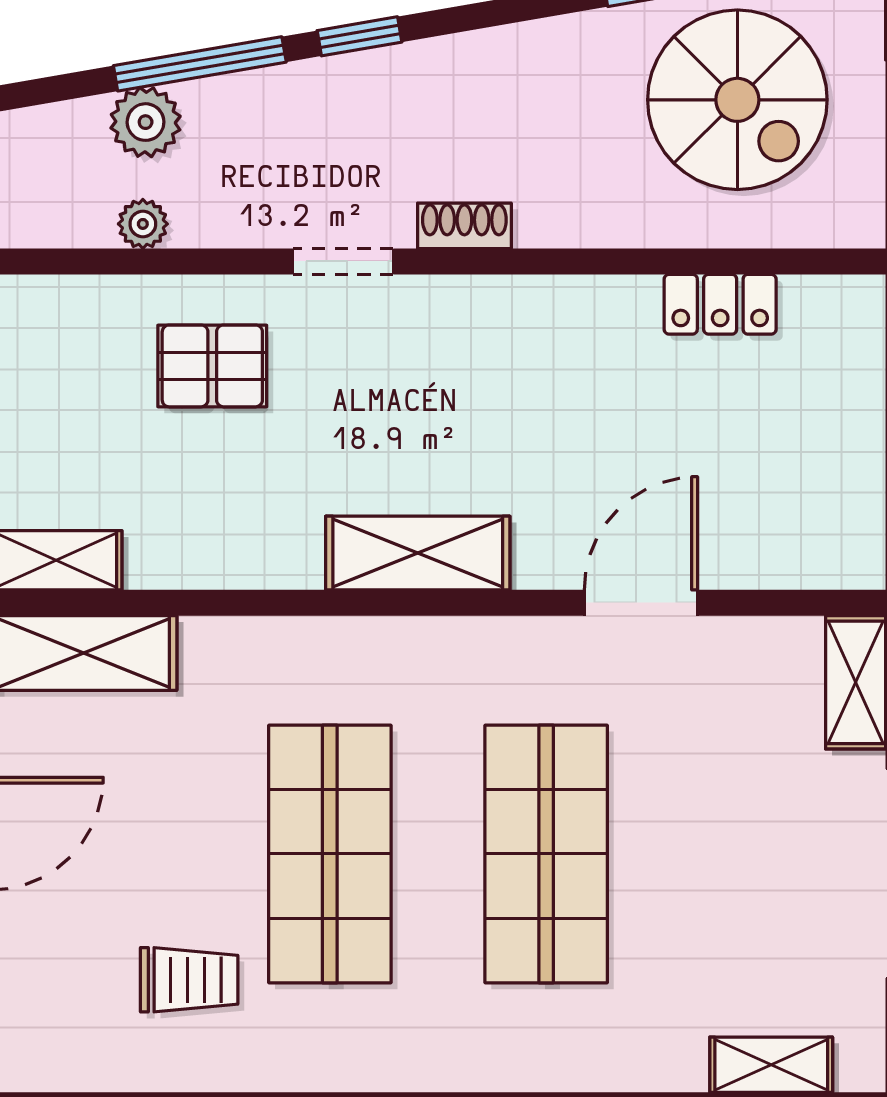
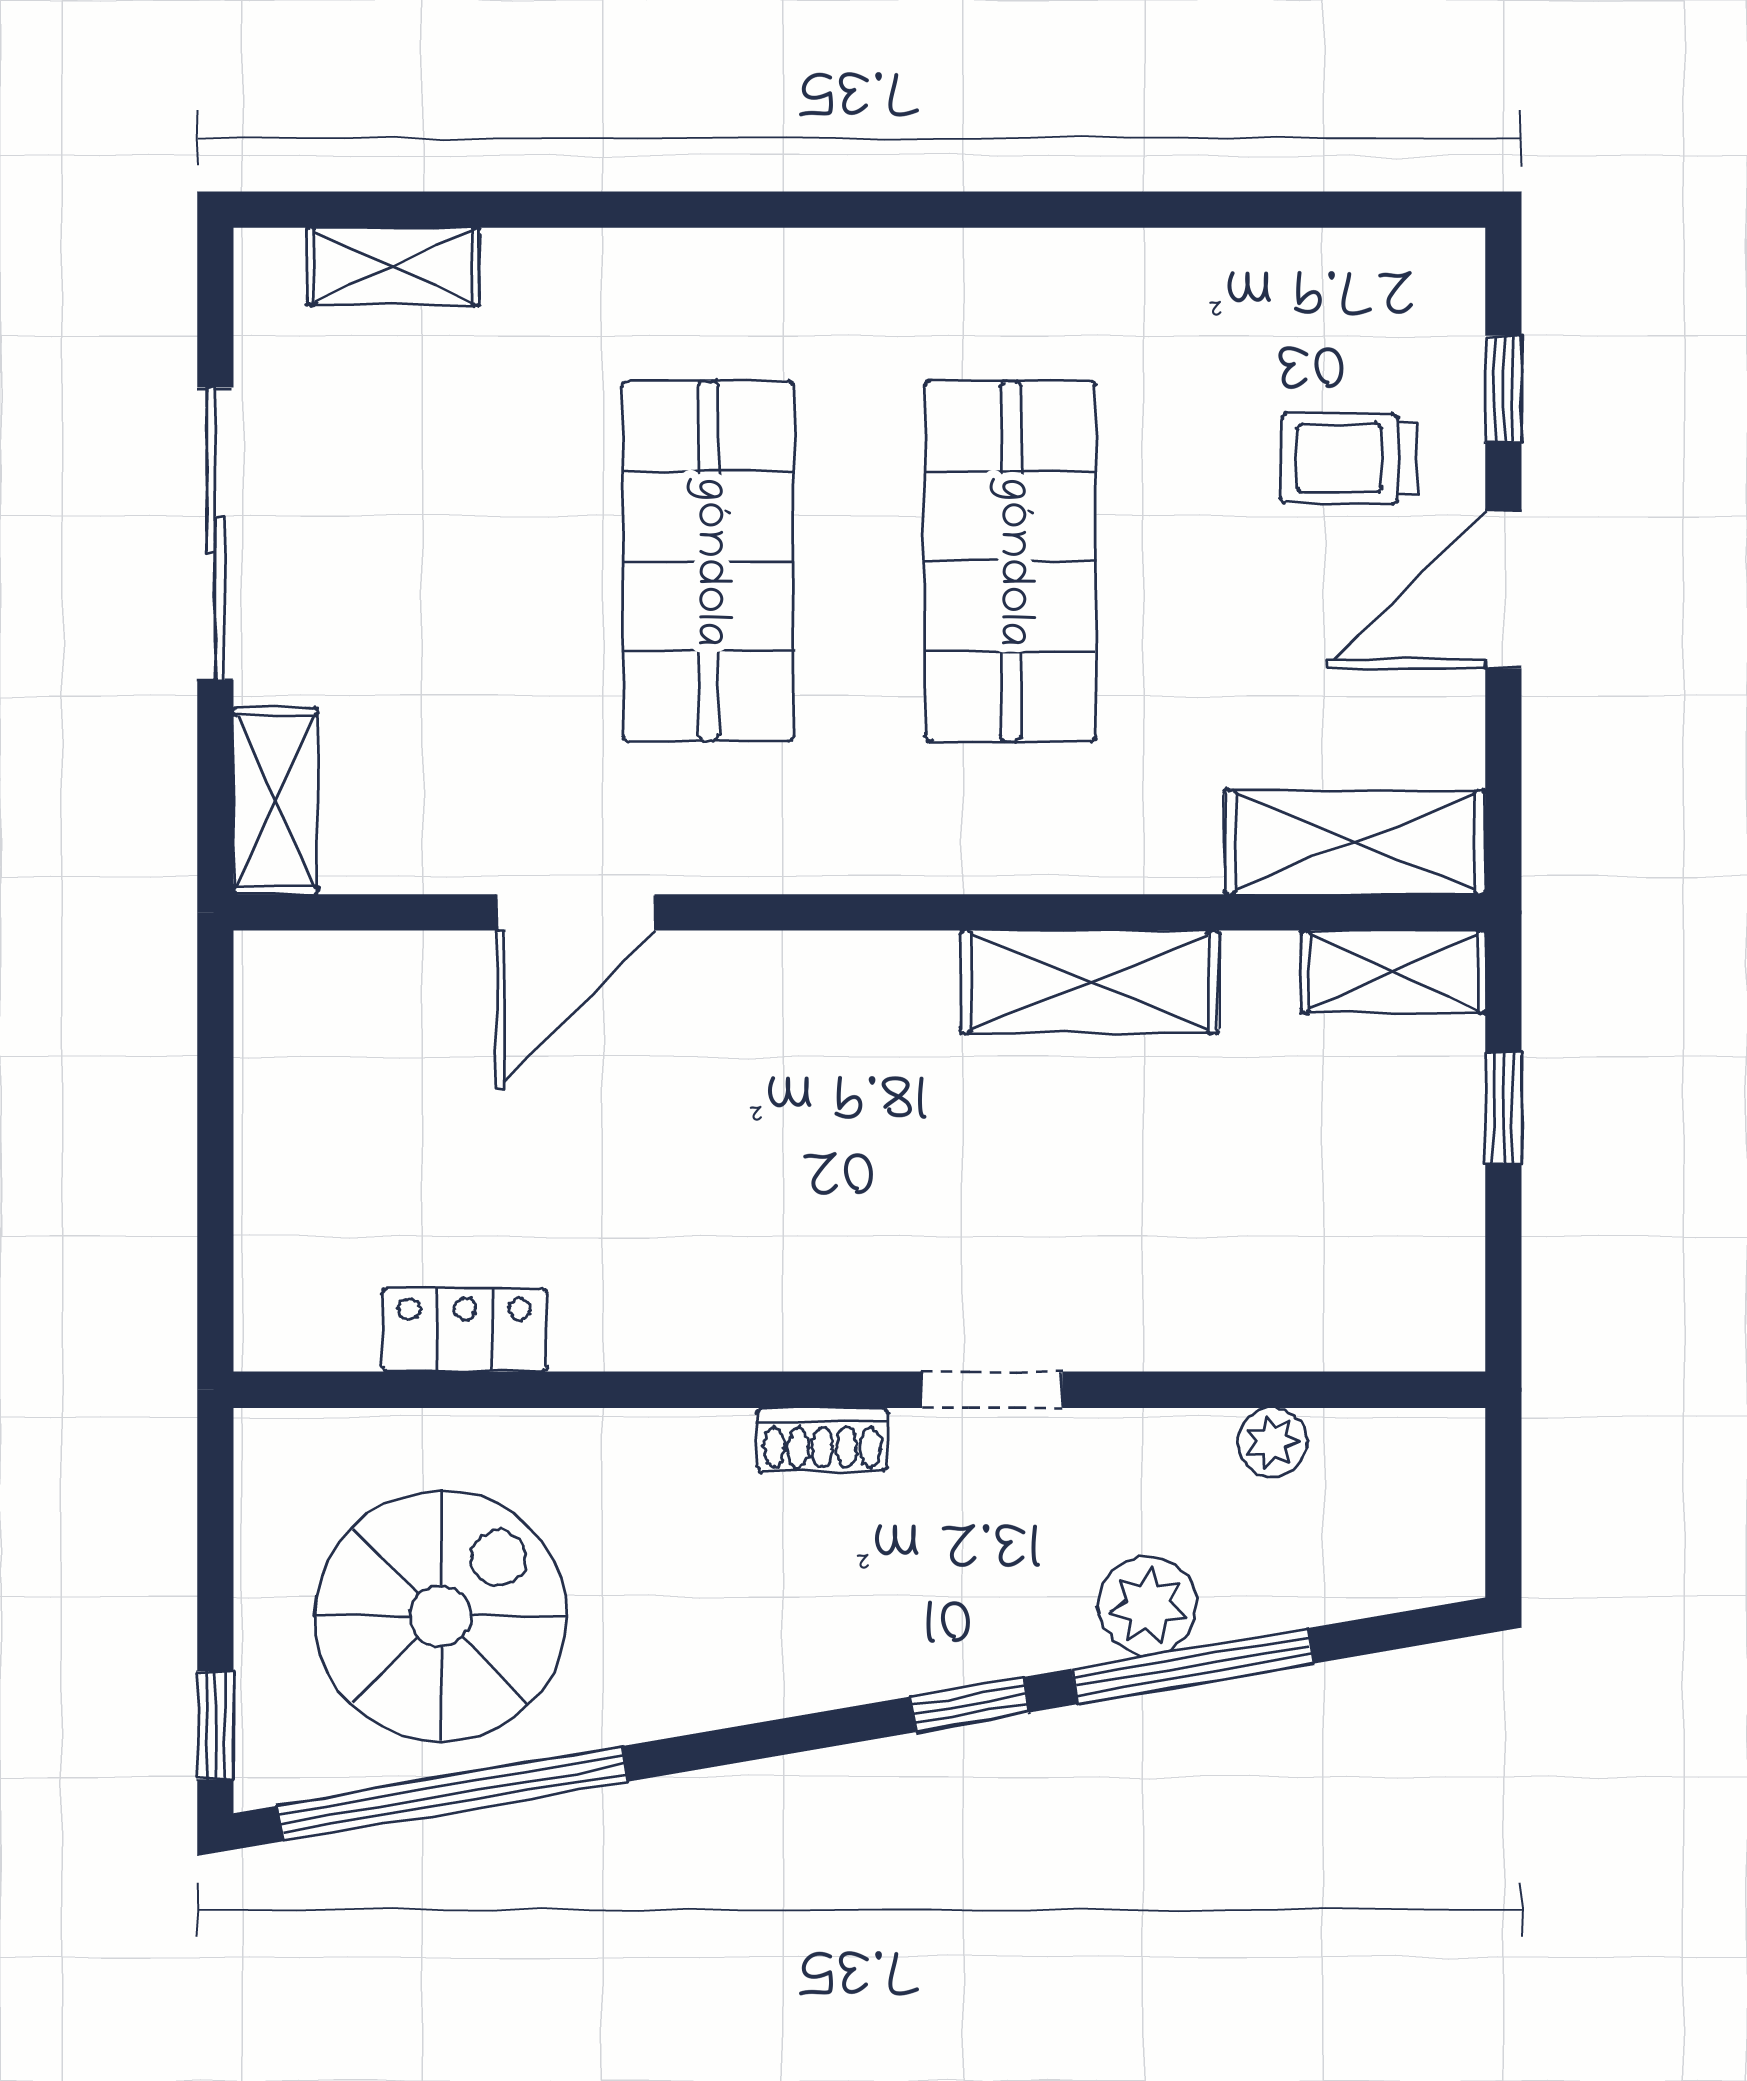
spiral stairs: (737, 100) -> (441, 1616), turned 90
plant: (146, 122) -> (1148, 1606), moved
pallet: (212, 366) -> (1175, 1244), removed
shelving: (418, 553) -> (1090, 982), moved
trolley: (189, 980) -> (1349, 459), moved

